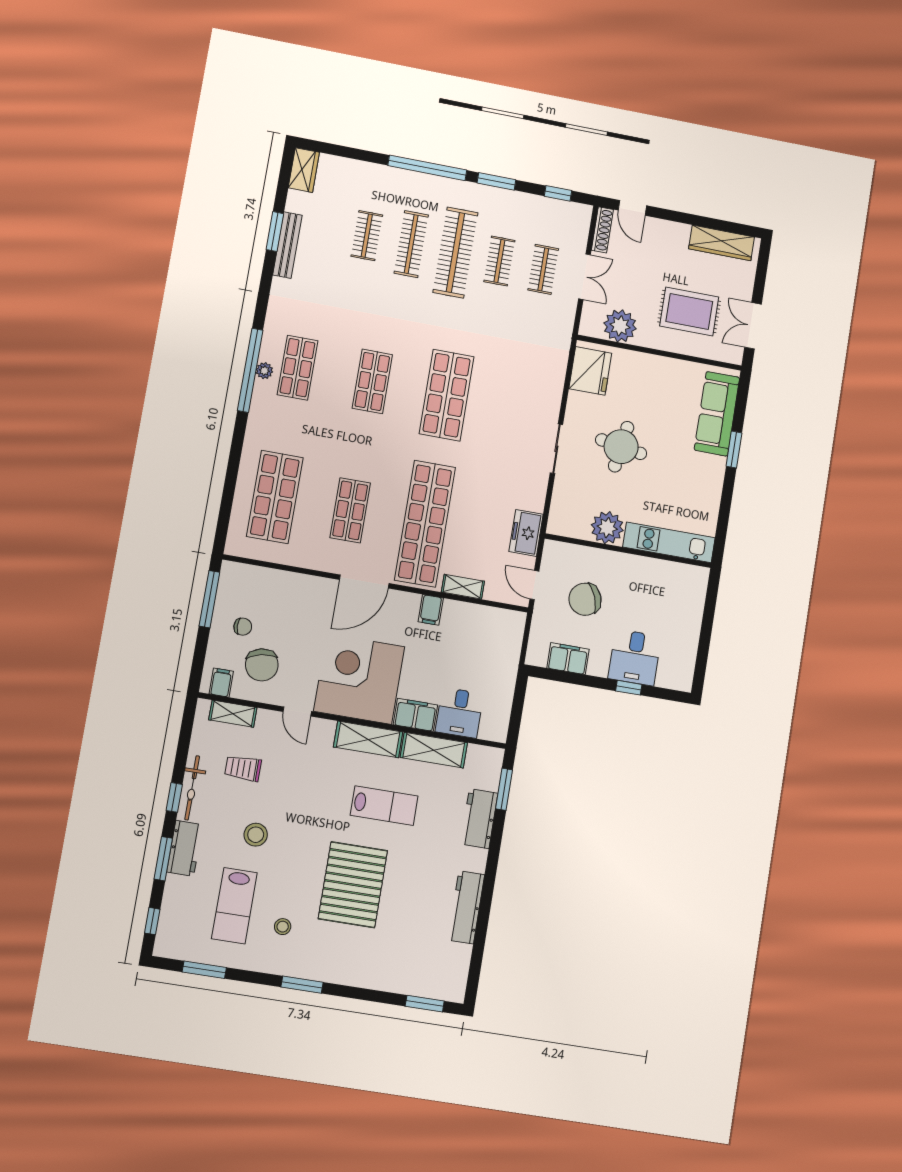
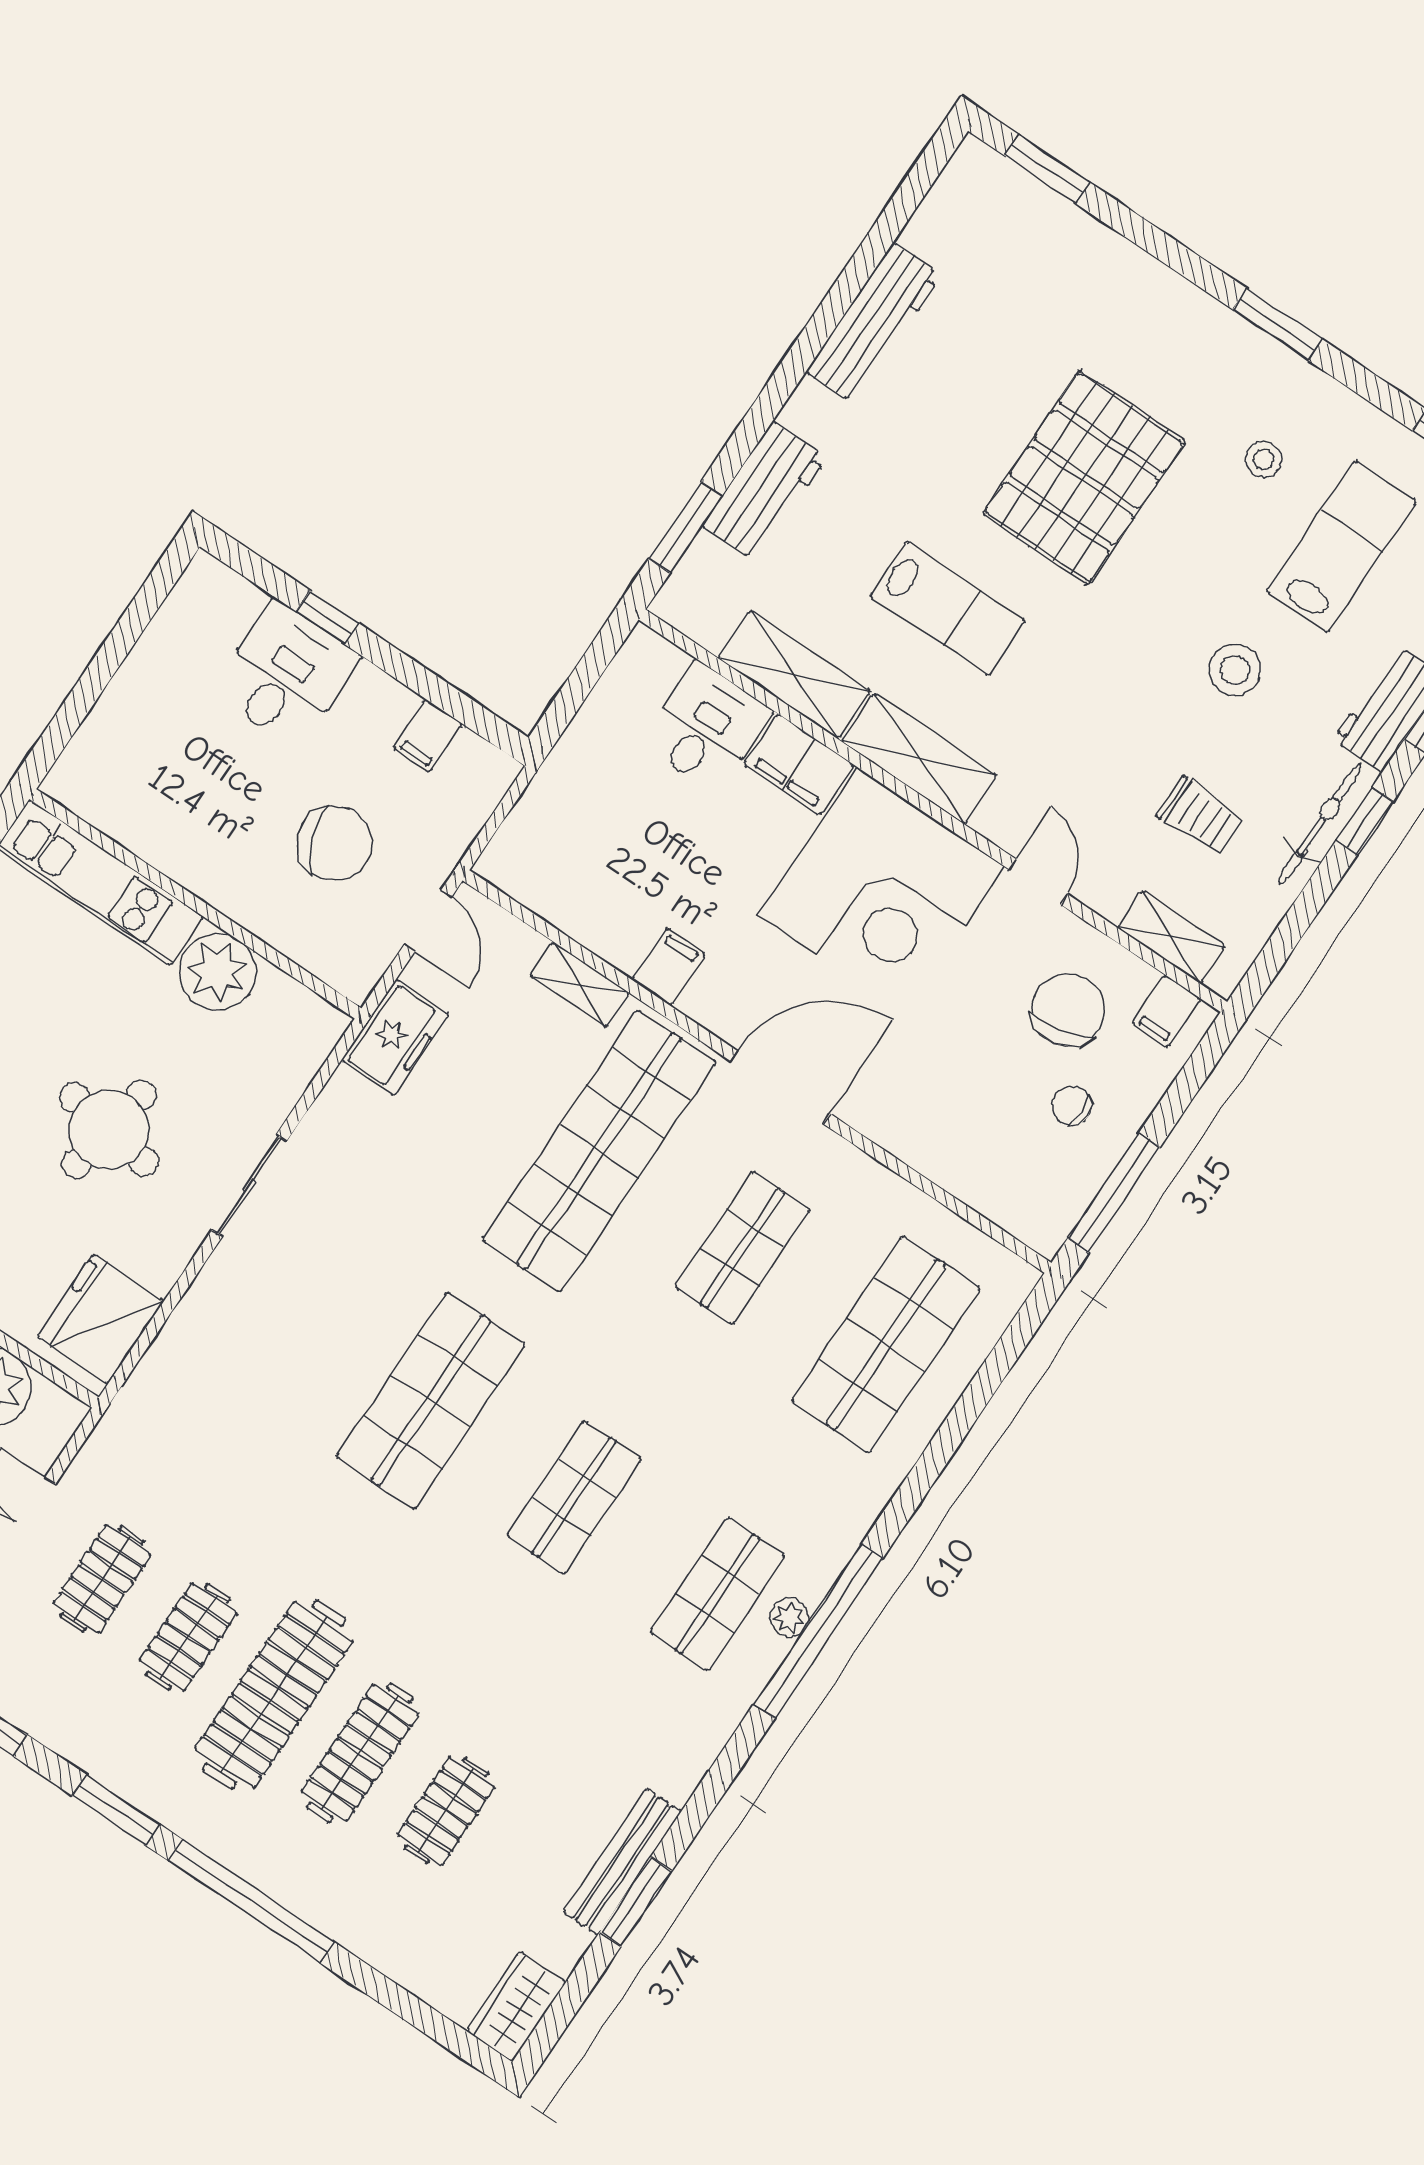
filing cabinet: (568, 659) -> (428, 736), width x0.50
lab bench: (384, 806) -> (948, 608), turned 180

